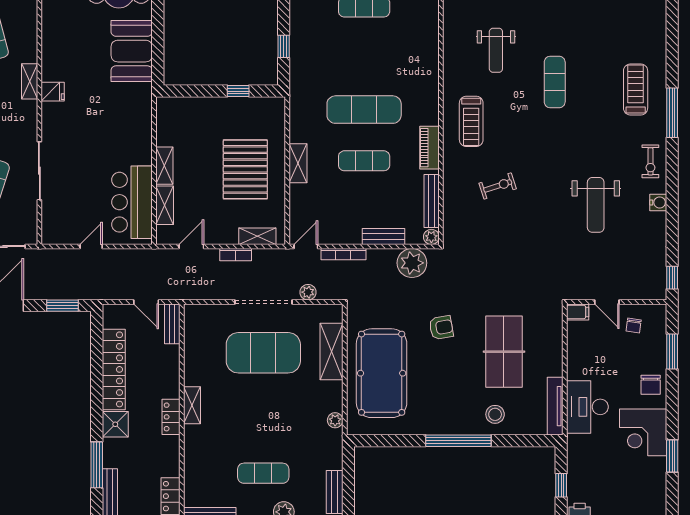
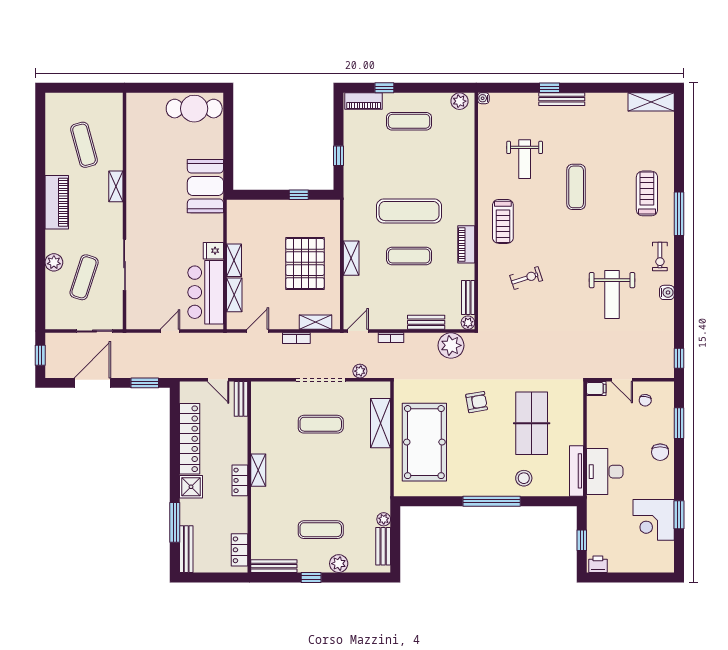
booth: (132, 51) -> (205, 186), moved
fridge: (53, 92) -> (213, 251), moved, turned 180
bench: (432, 201) -> (468, 297), width x0.73
bookcase: (343, 254) -> (391, 338), width x0.64
exercise mat: (263, 353) -> (321, 424), width x0.50, depth x0.69
plant: (335, 420) -> (384, 519), moved
corner desk: (643, 432) -> (654, 520), moved

